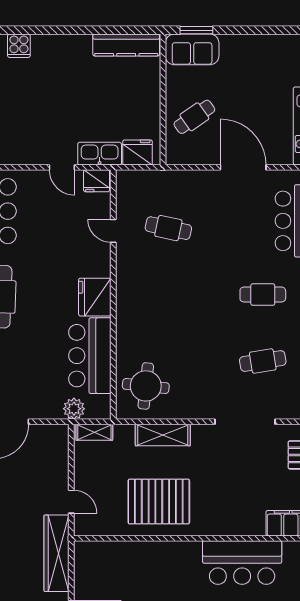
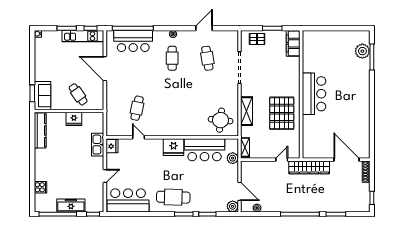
fridge: (138, 152) -> (74, 119), moved, turned -90
door: (62, 167) -> (105, 176), moved
door: (243, 167) -> (105, 69), hinge flipped
door: (113, 231) -> (138, 137), swing flipped
bar counter: (242, 563) -> (314, 94), moved

